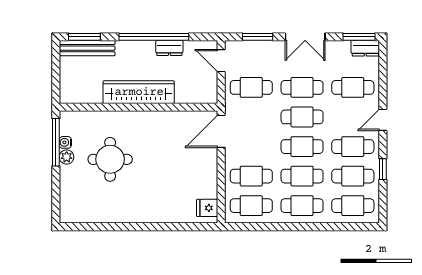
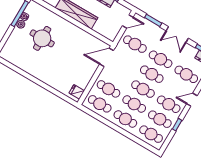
door: (221, 61) -> (128, 22), swing flipped

